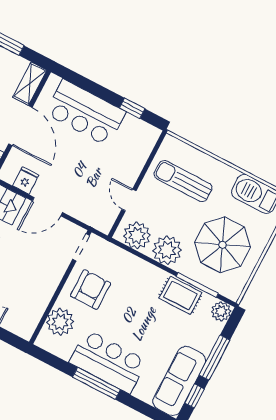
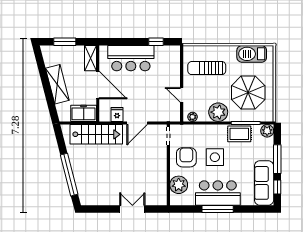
plant: (137, 235) -> (193, 117), width x0.53, depth x0.53
side table: (130, 310) -> (215, 157), added

